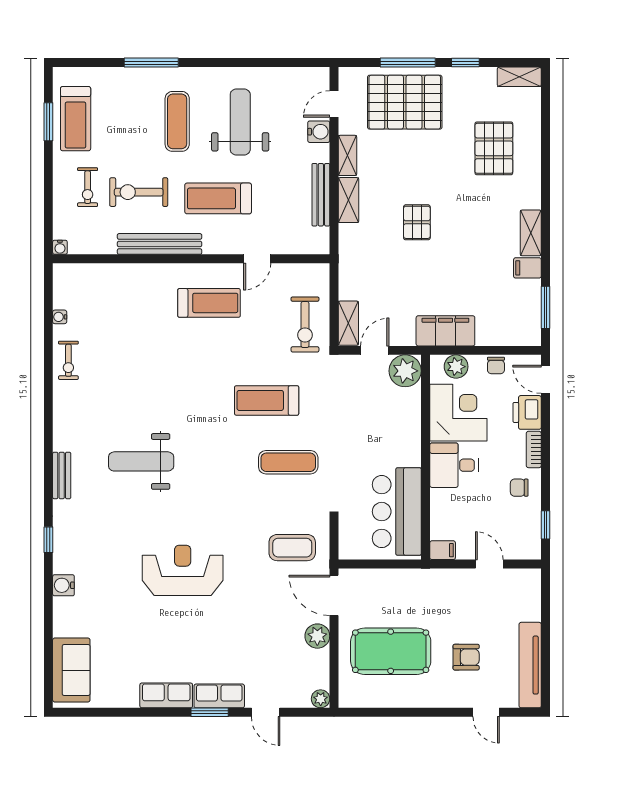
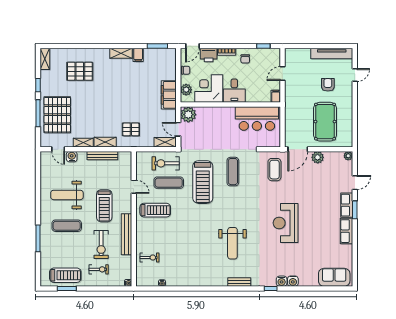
pallet: (417, 222) -> (131, 129), moved
treadmill: (209, 303) -> (155, 210), turned 90
exercise bike: (305, 324) -> (166, 163), turned 180
exercise mat: (265, 331) -> (169, 183), added
exercise bike: (68, 360) -> (149, 257), moved
treadmill: (267, 400) -> (203, 182), width x1.37, depth x1.38
water cooler: (63, 562) -> (282, 281), added

